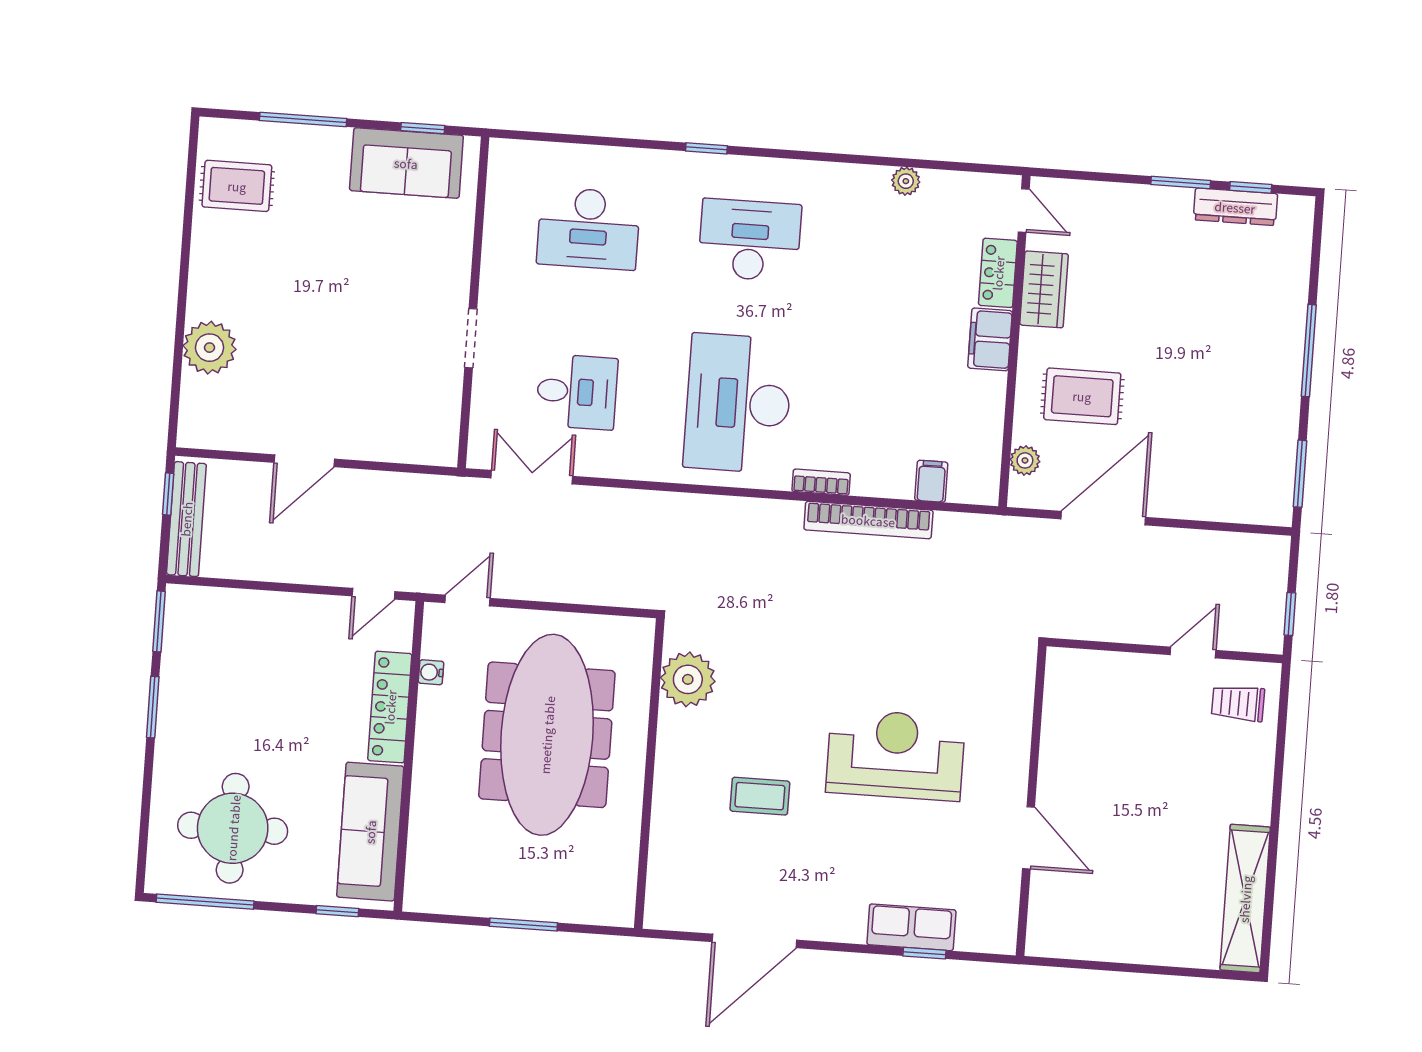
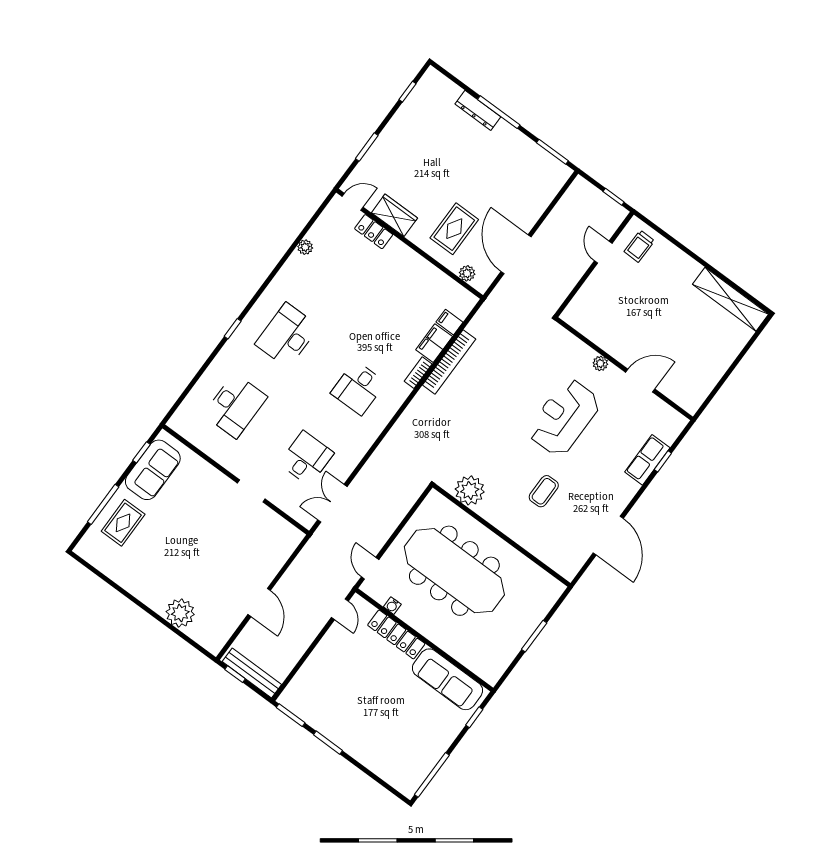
window: (1181, 182) -> (367, 147), moved
rug: (237, 186) -> (123, 523), moved
dresser: (1235, 207) -> (478, 110), moved, turned 90
filing cabinet: (990, 339) -> (434, 343), moved, turned 90
desk: (738, 403) -> (358, 388), width x0.53, depth x0.77
plant: (1016, 758) -> (600, 363), added
round table: (233, 828) -> (406, 741), removed

